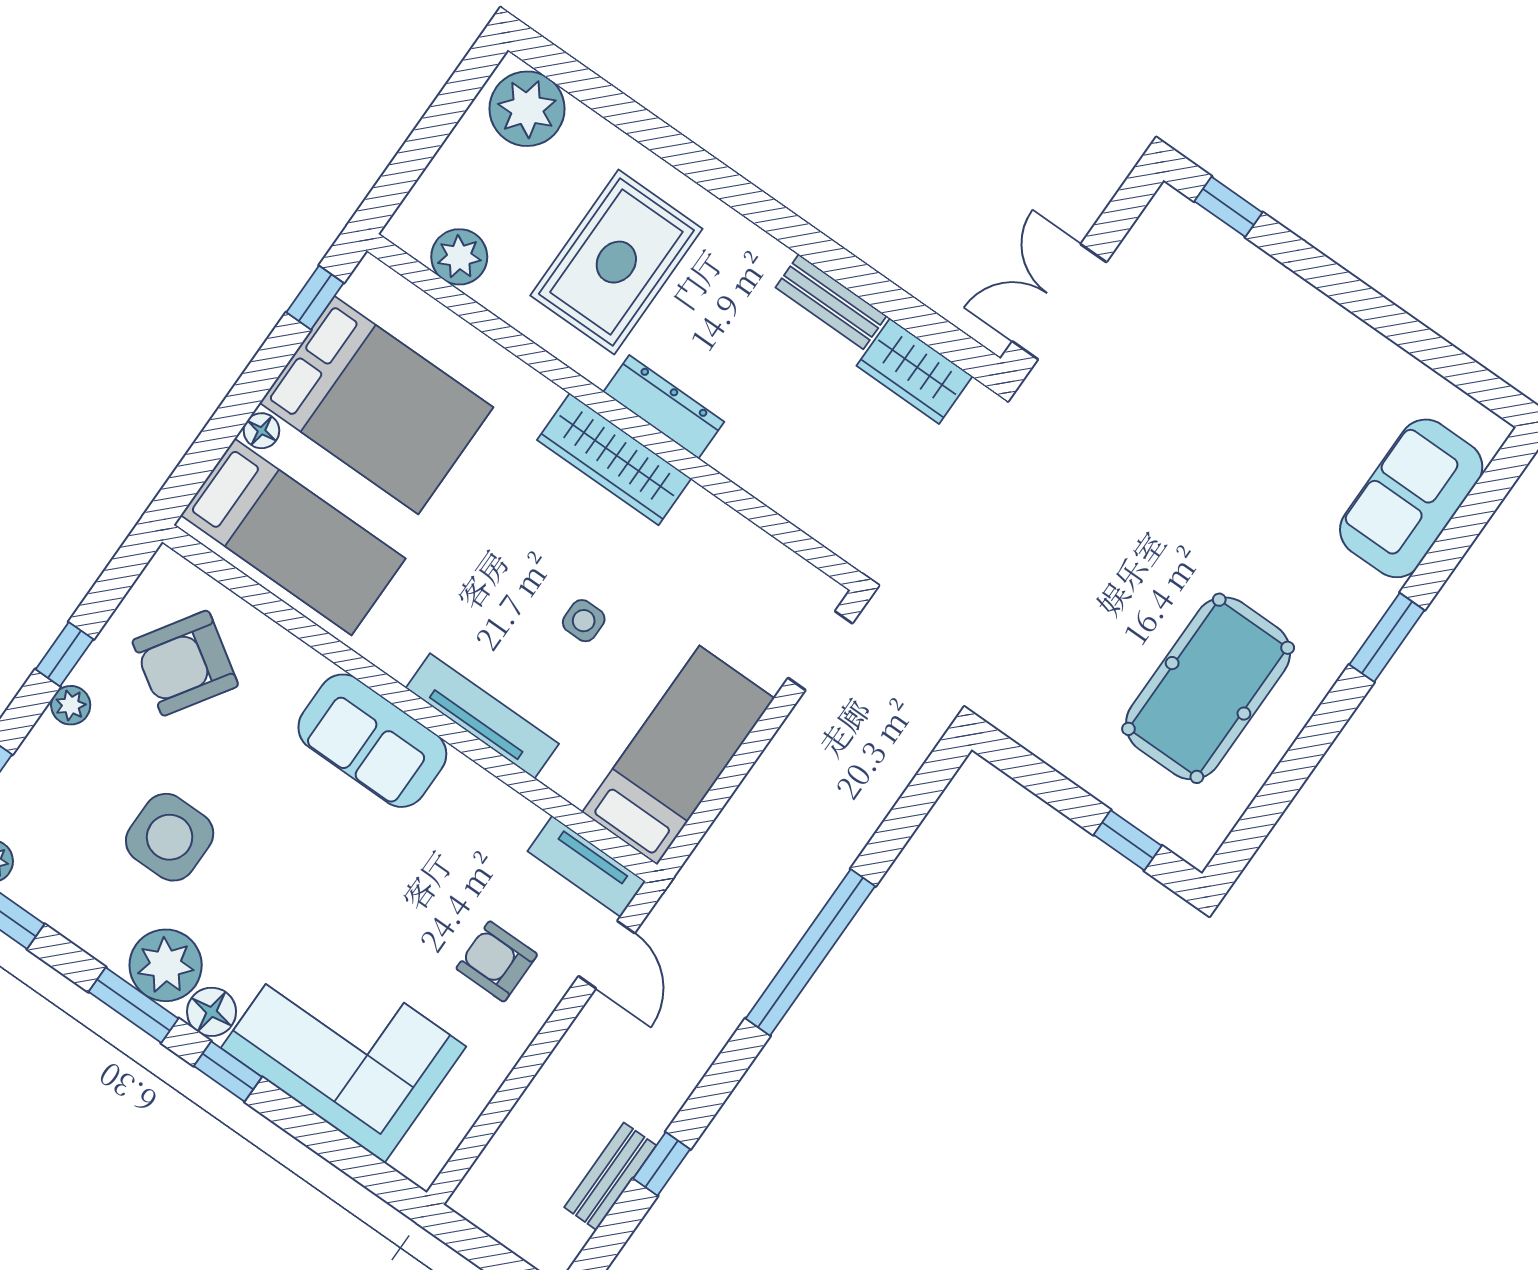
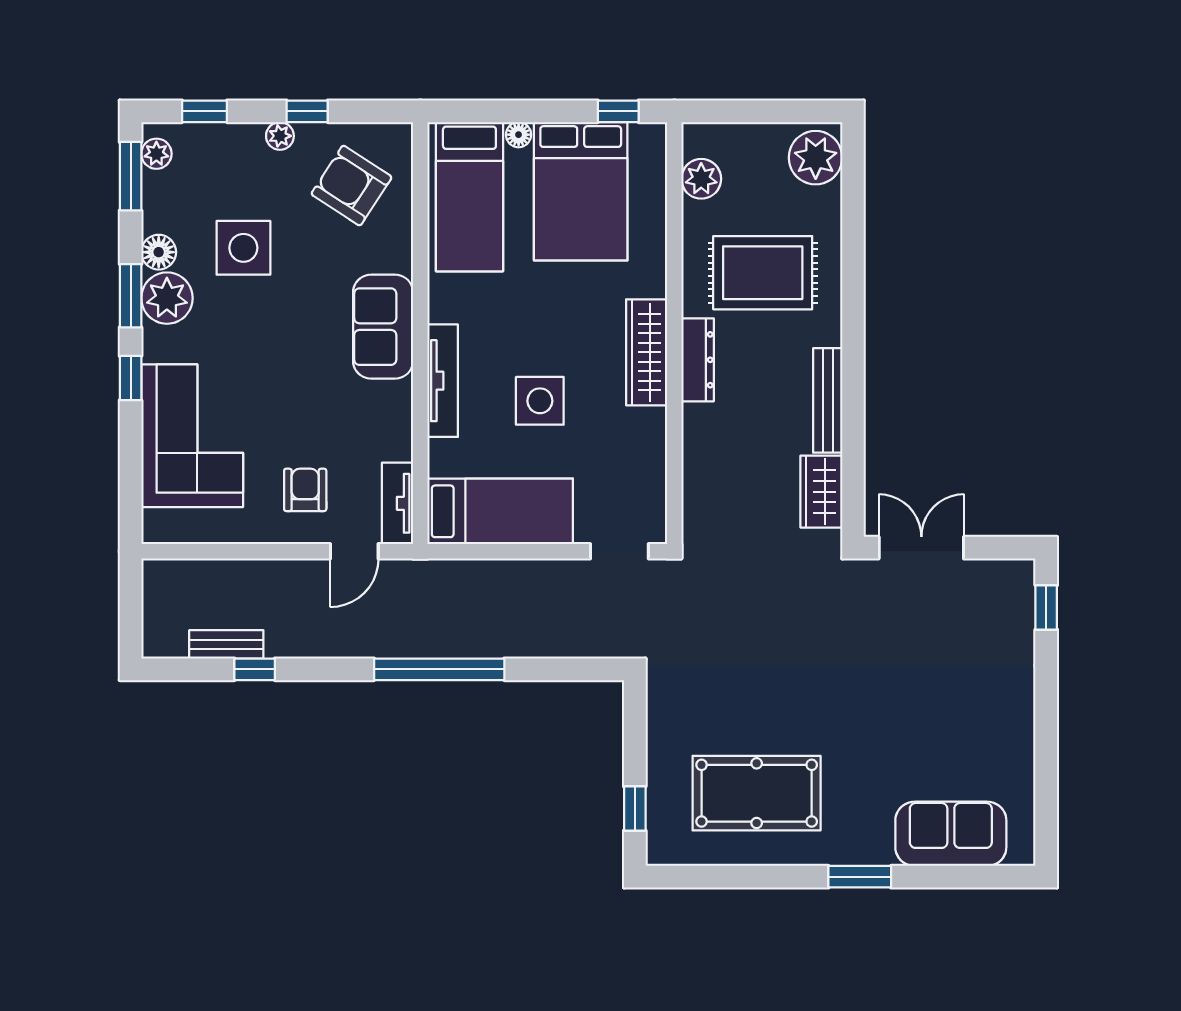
bench: (831, 302) -> (828, 400), width x1.36
side table: (584, 621) -> (540, 401), width x1.87, depth x1.87
floor lamp: (212, 1012) -> (159, 252), moved

